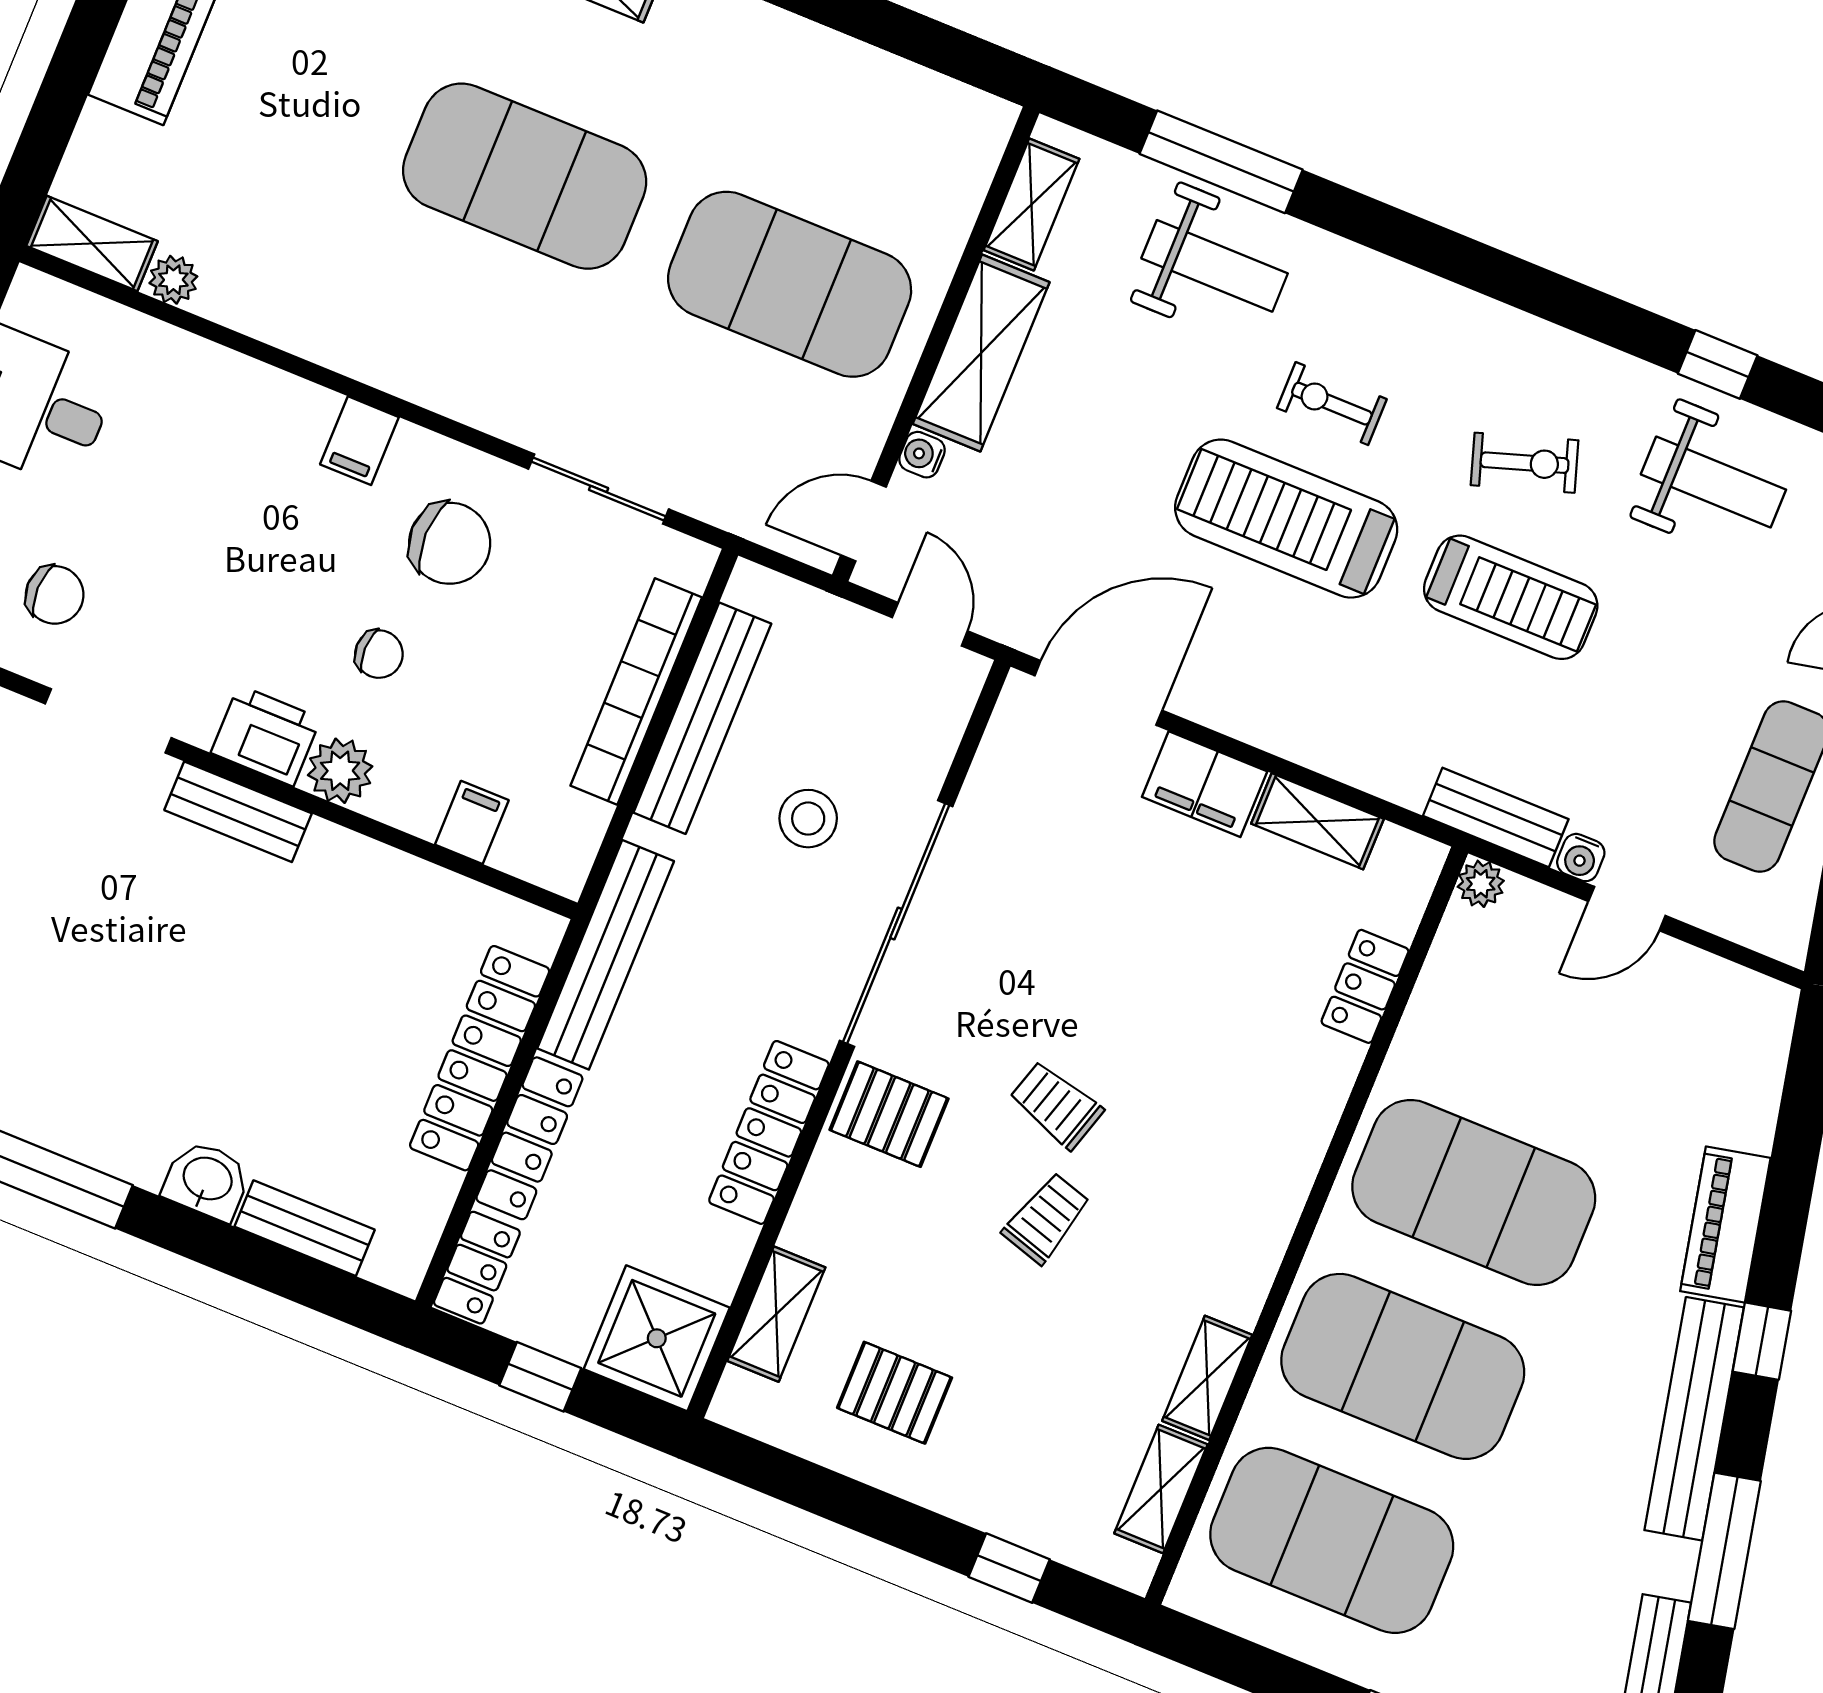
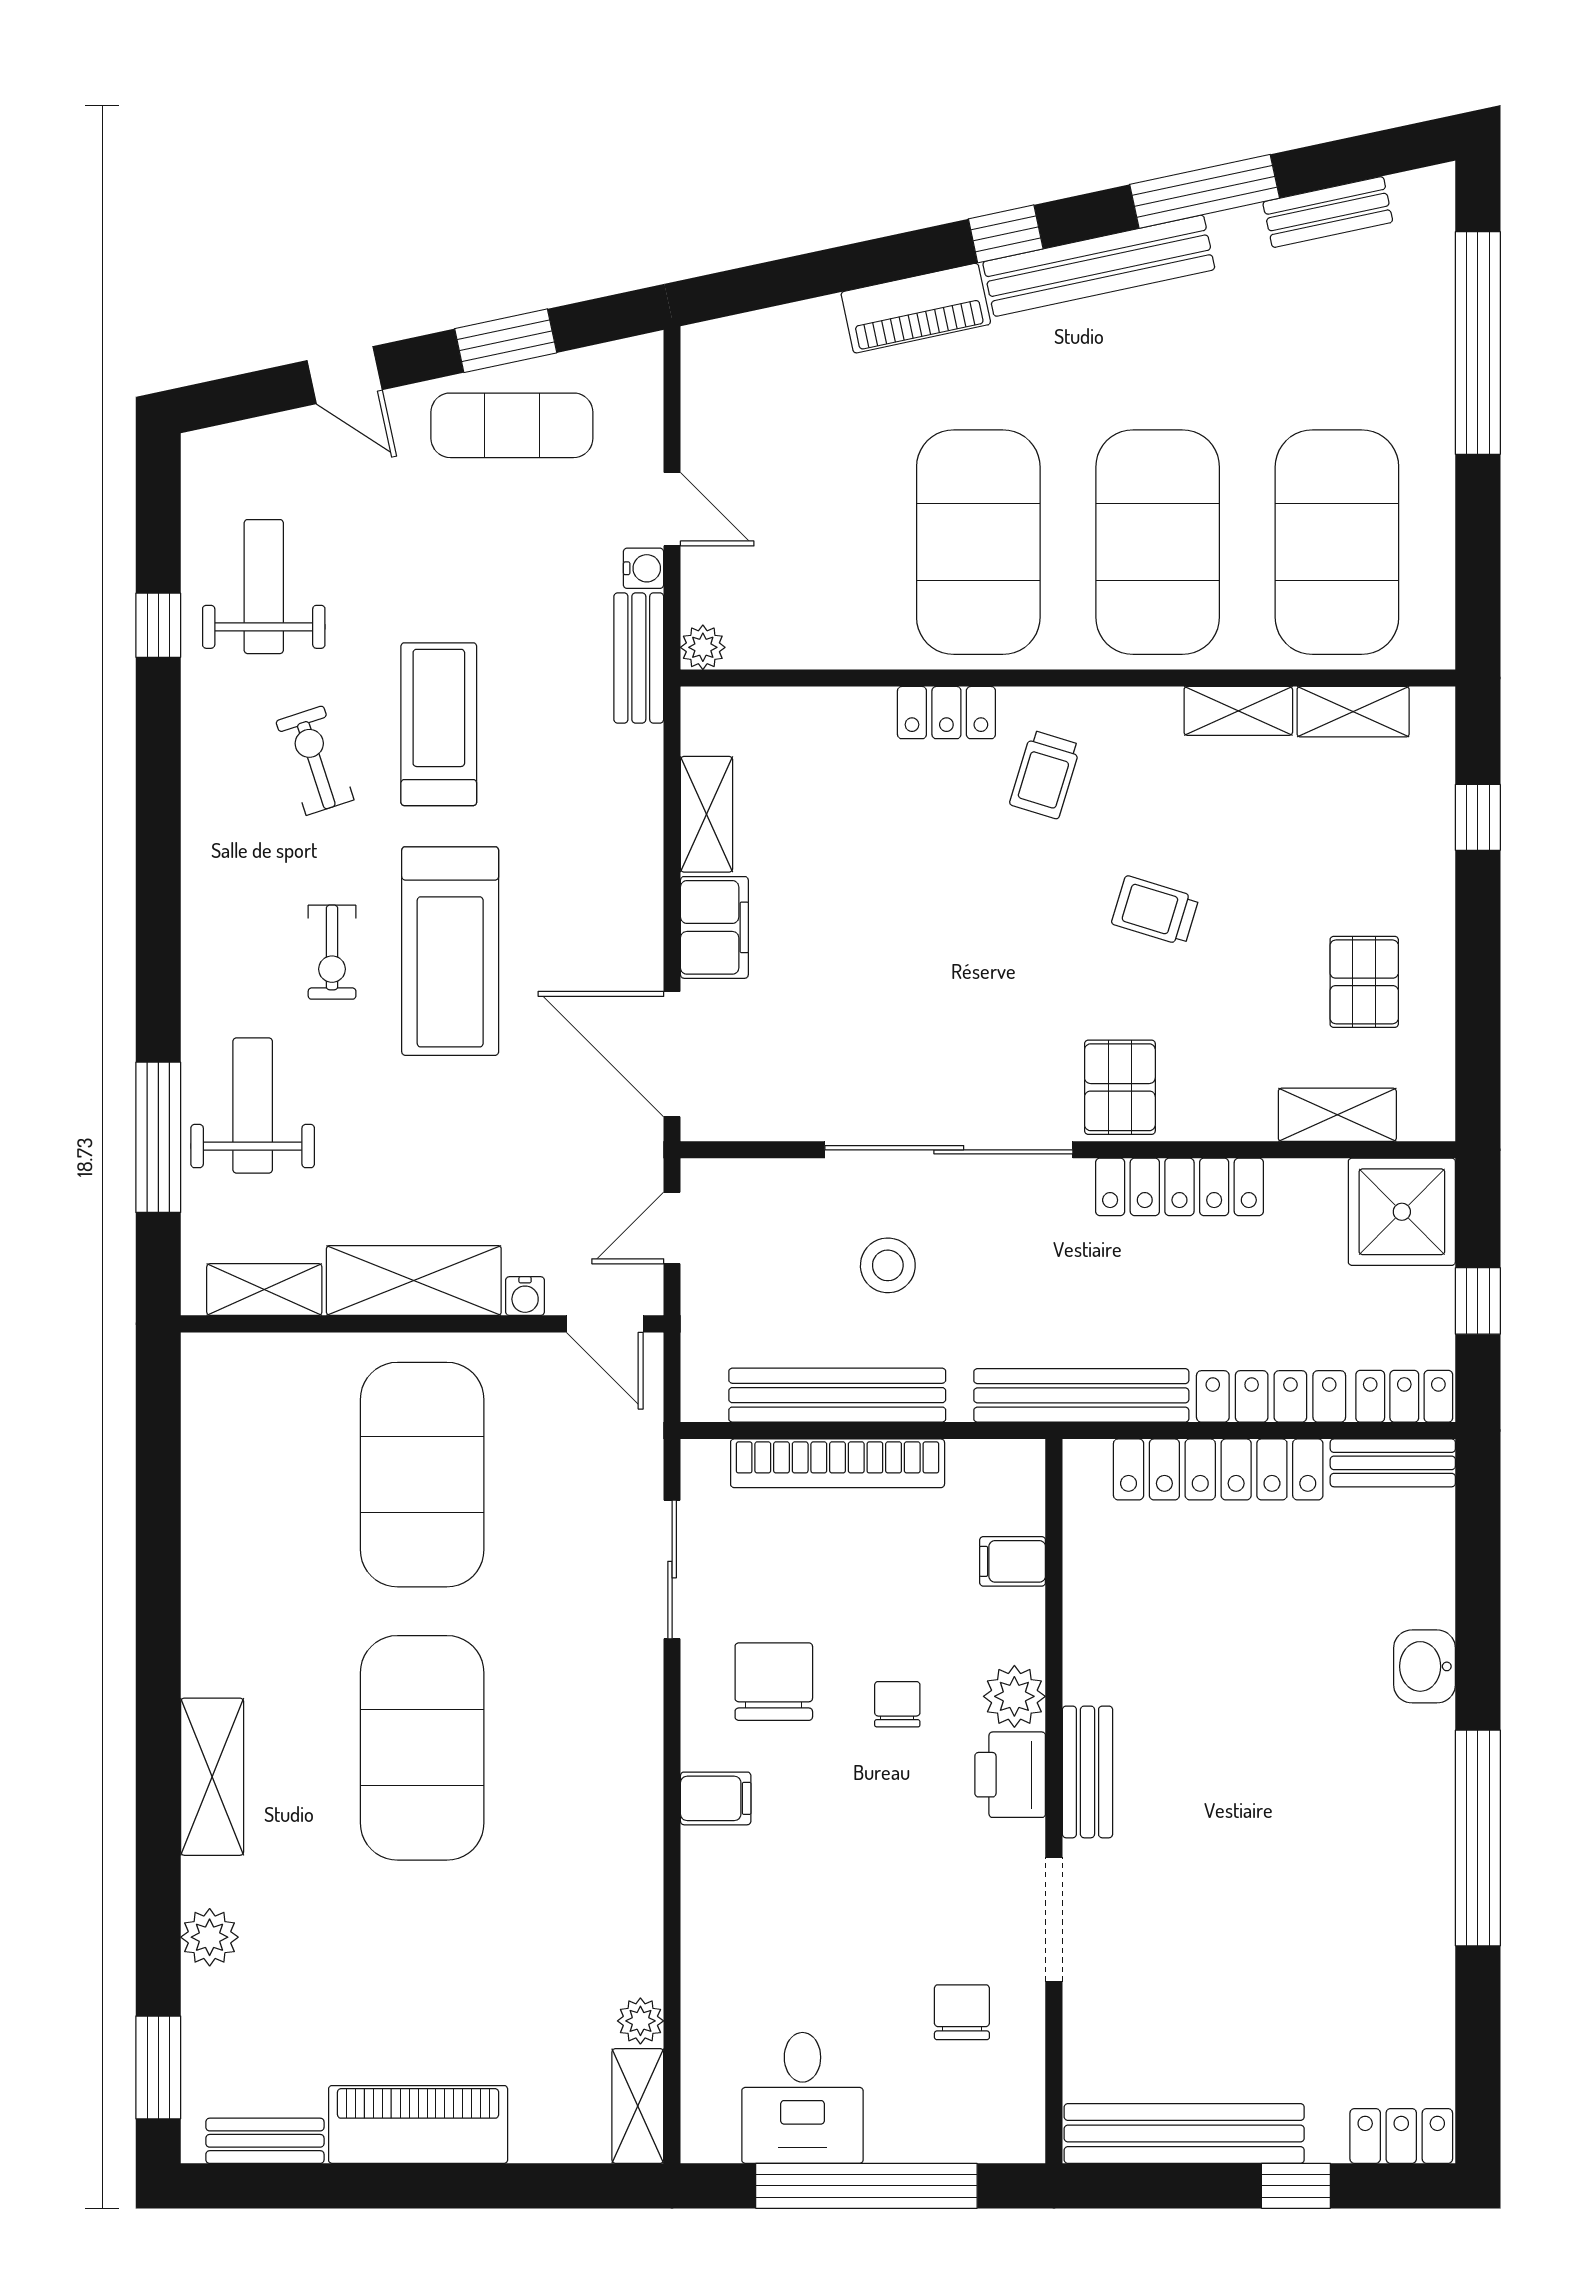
locker: (1365, 986) -> (946, 713), moved
trolley: (1056, 1105) -> (1045, 775), moved
bench: (305, 1228) -> (1393, 1463), moved, turned 90

